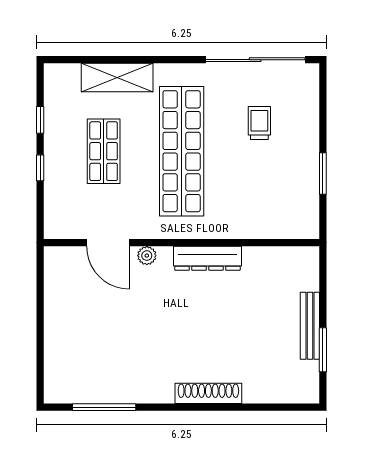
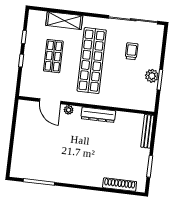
plant: (306, 168) -> (152, 76), added
bench: (310, 326) -> (147, 131), moved
shoe rack: (208, 393) -> (120, 185), moved

